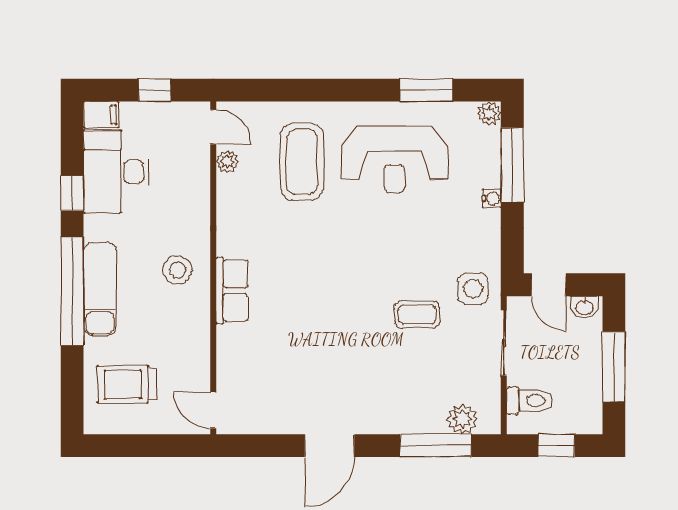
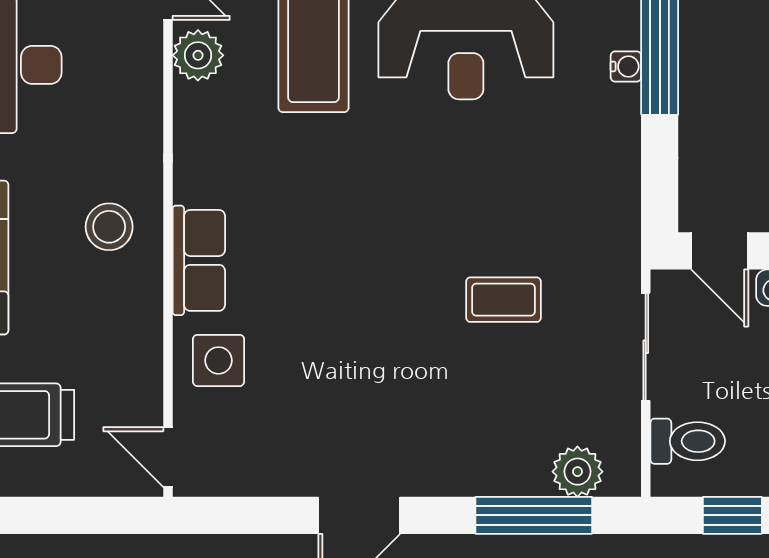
plant: (227, 162) -> (198, 55), width x1.38, depth x1.38
water cooler: (492, 198) -> (626, 66), moved
side table: (473, 289) -> (219, 360), moved

